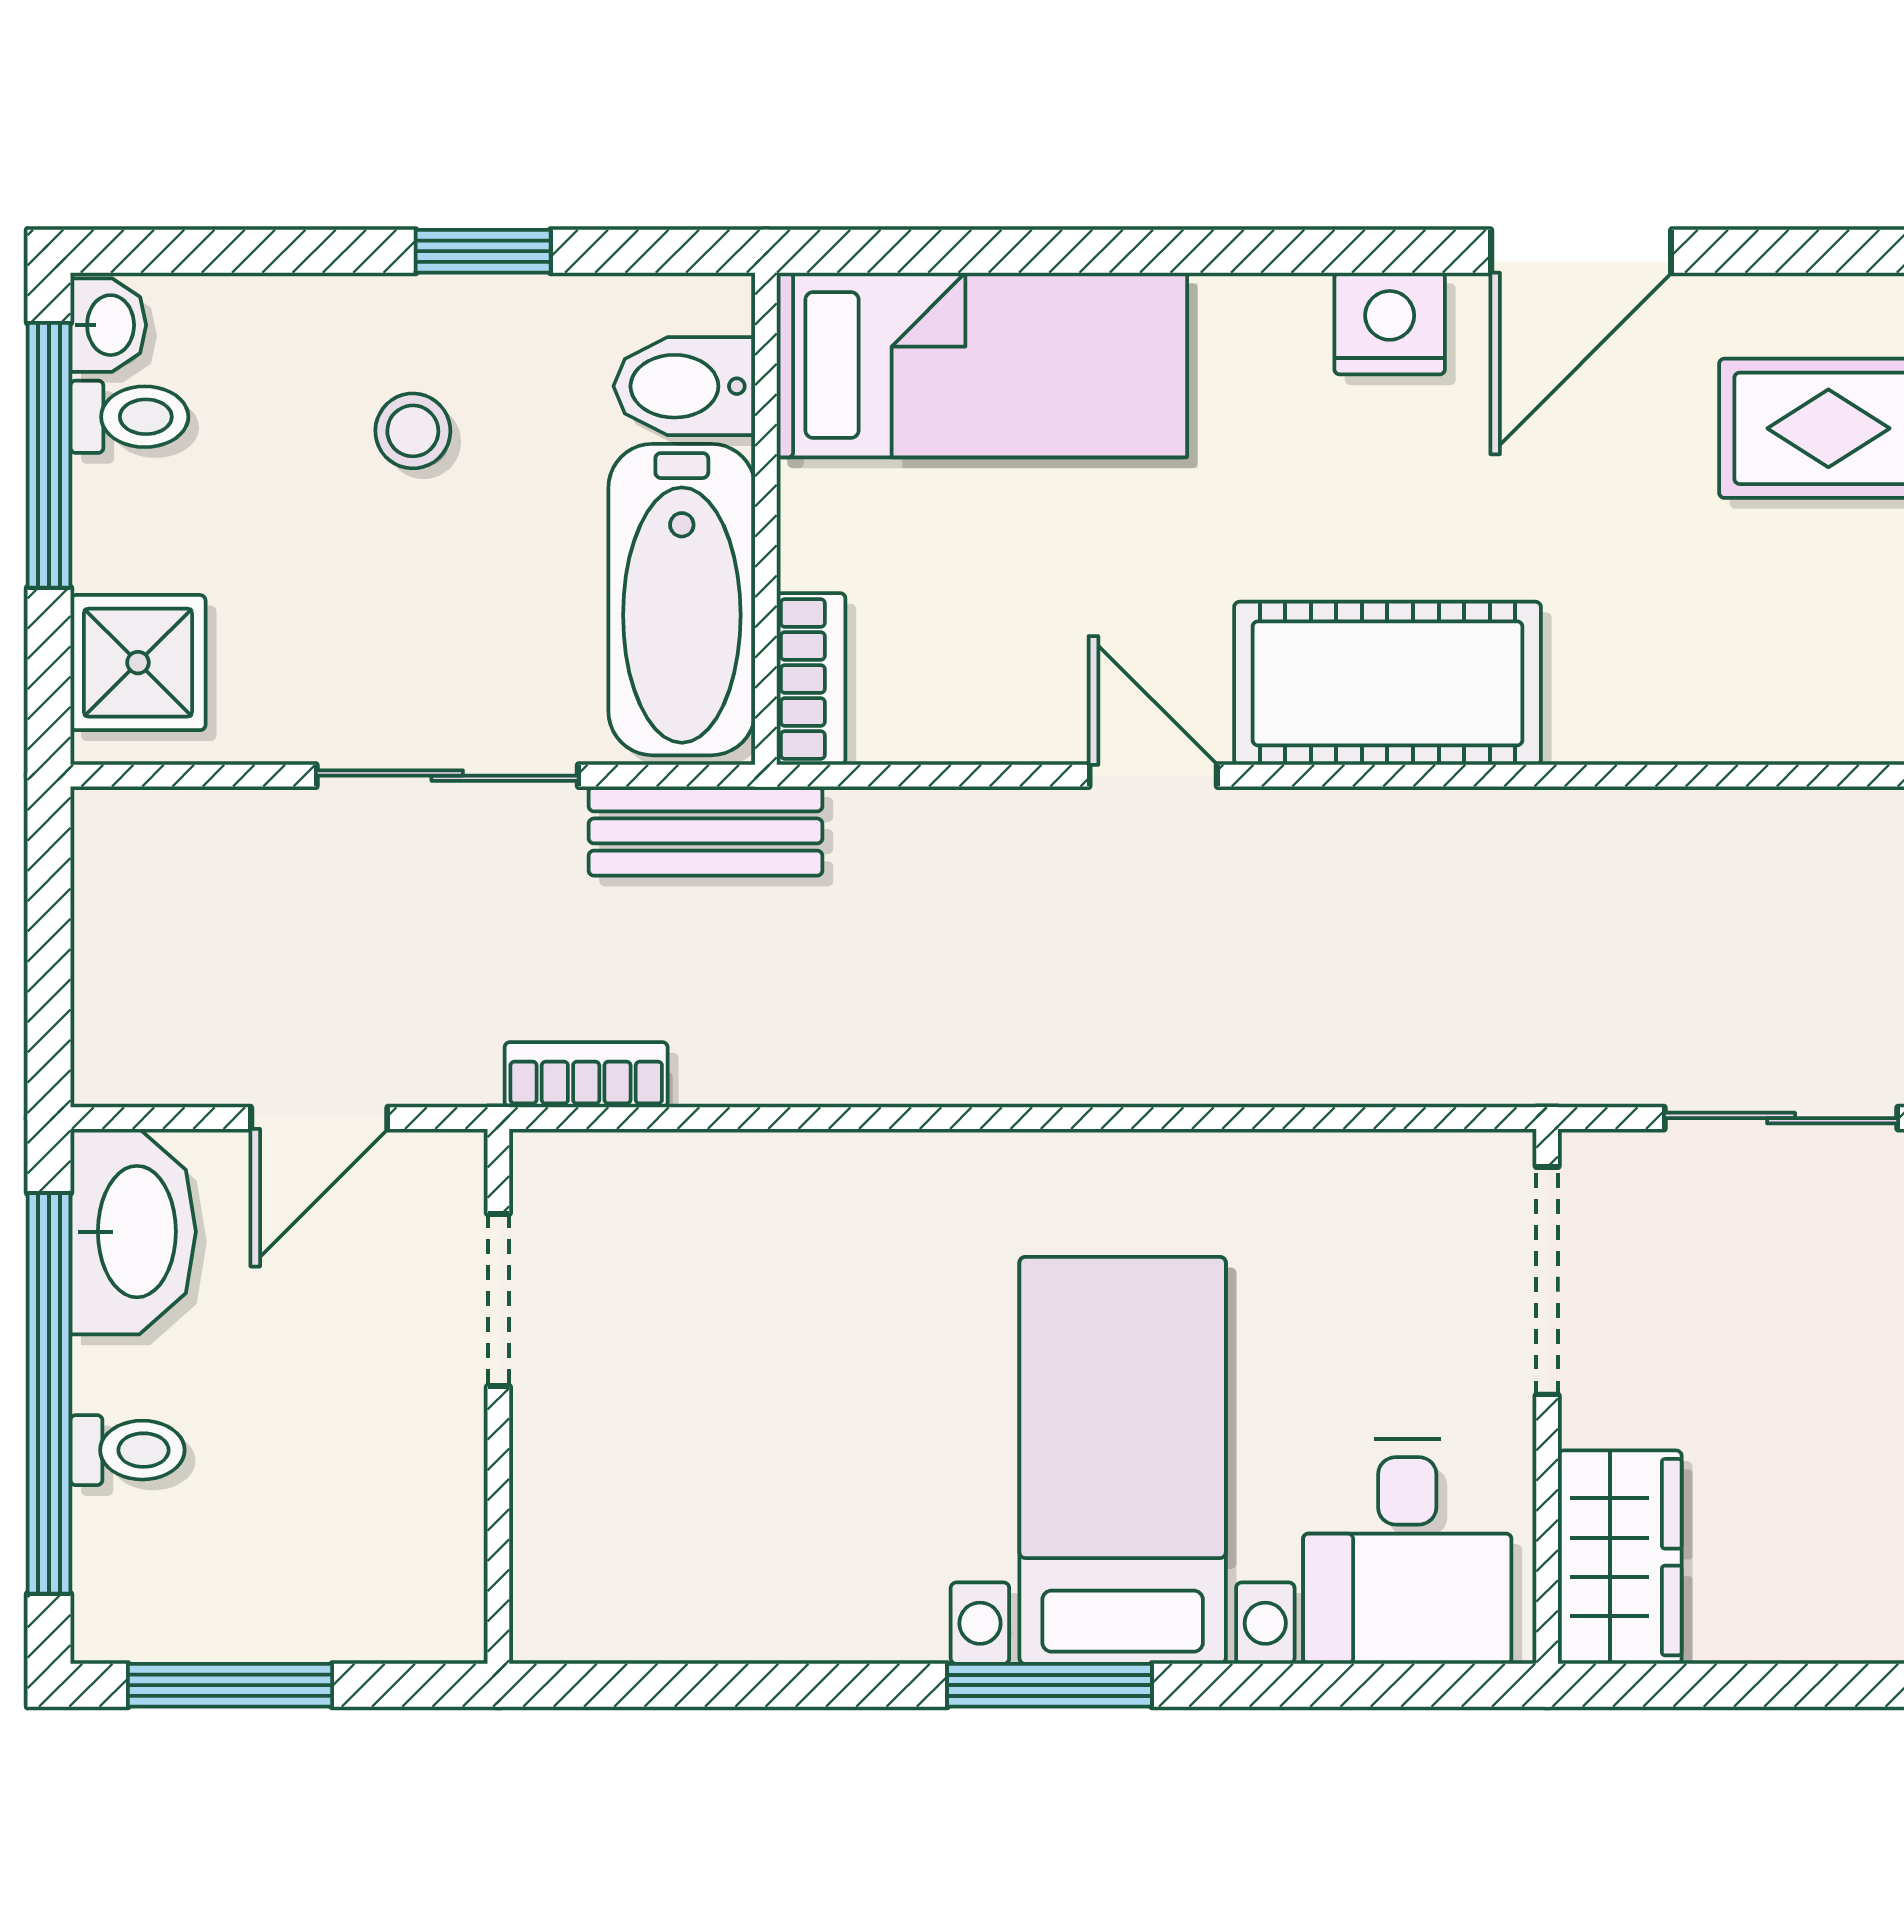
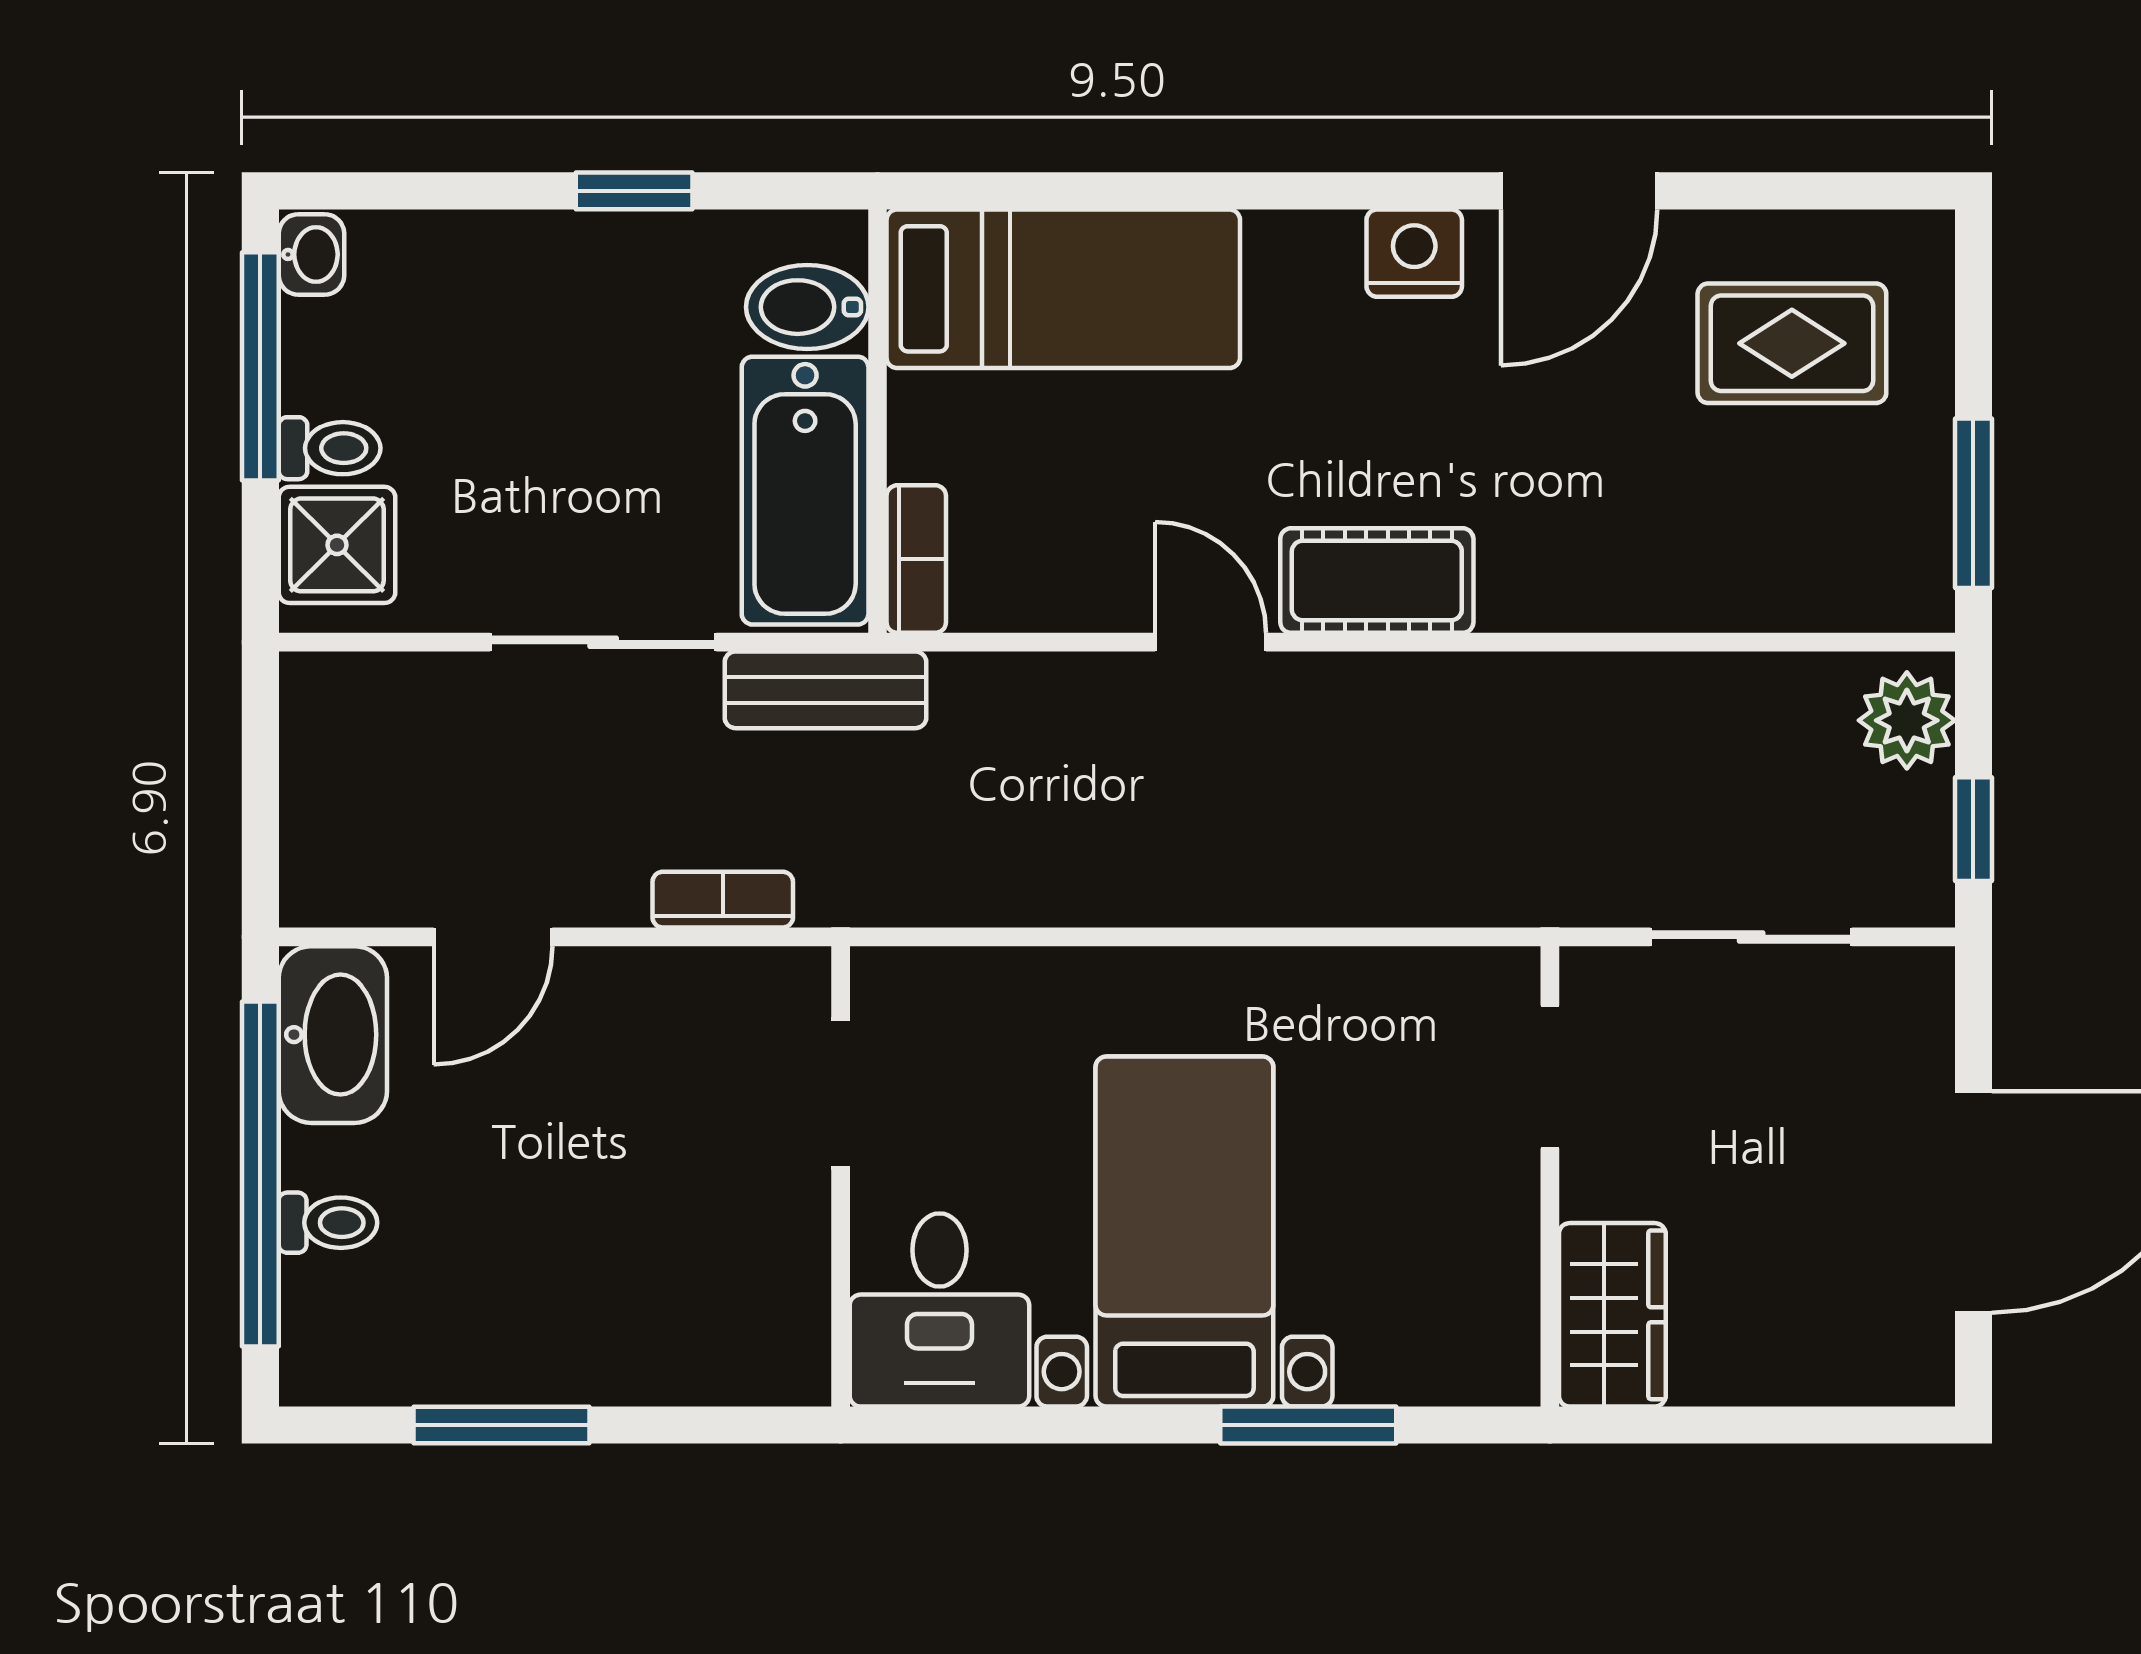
toilet: (129, 417) -> (330, 448), moved
stool: (413, 431) -> (574, 346), removed
cot: (1387, 683) -> (1377, 581), width x0.73, depth x0.75
doorway: (1547, 1281) -> (1550, 1077), width x0.73
doorway: (498, 1300) -> (841, 1093), moved
wall: (498, 1396) -> (841, 1176), moved
desk: (1407, 1552) -> (939, 1310), moved
window: (230, 1685) -> (501, 1425), moved
window: (1049, 1685) -> (1308, 1425), moved

